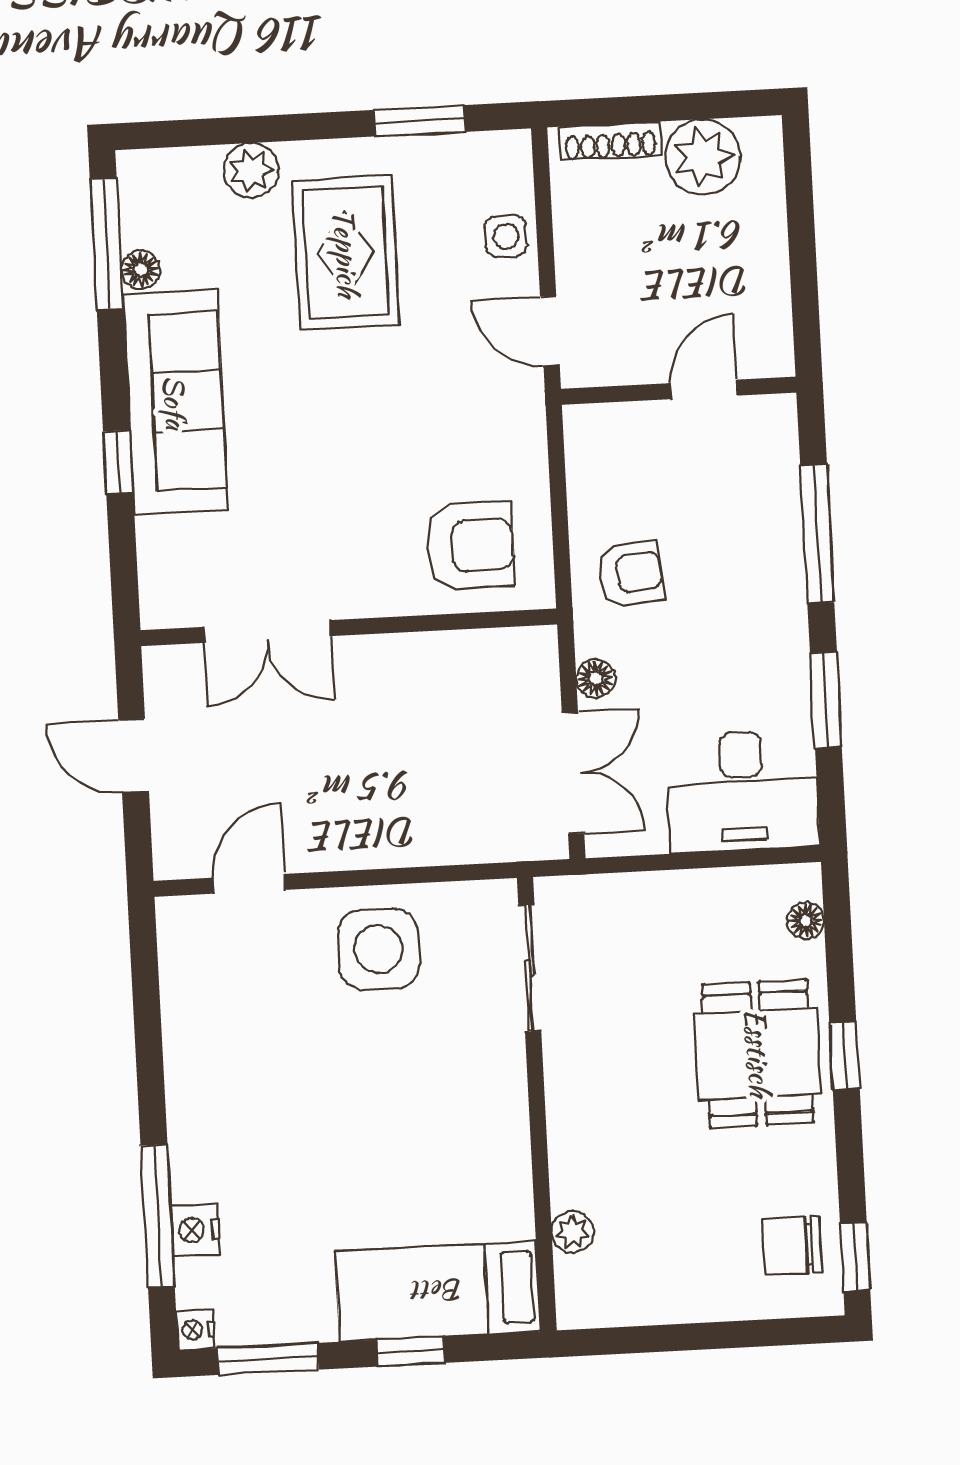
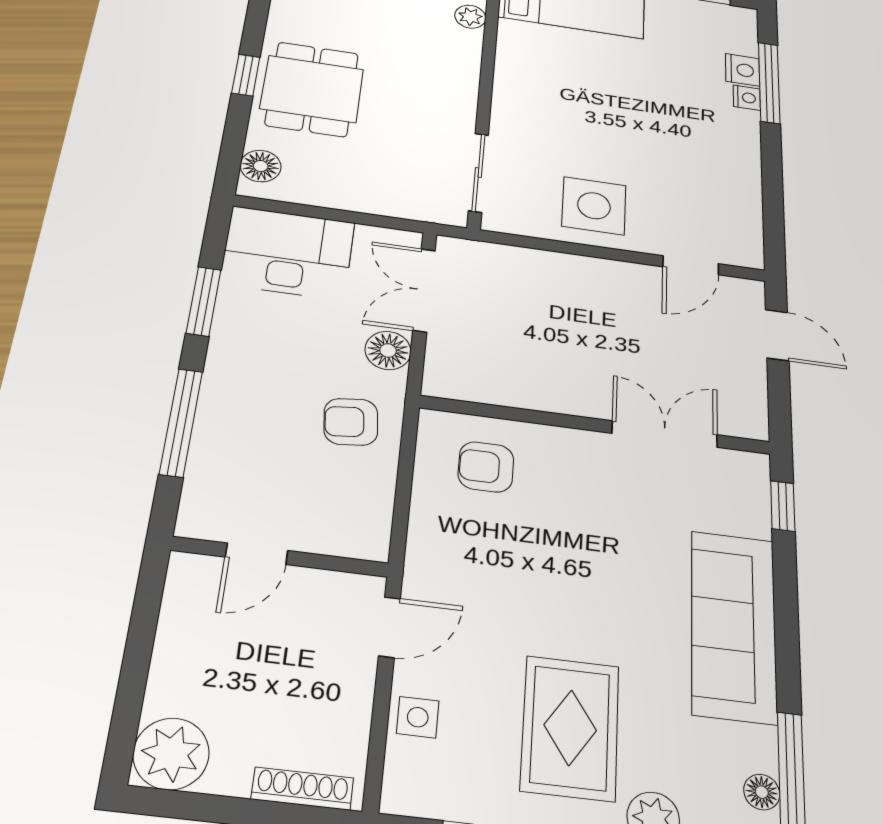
plant: (703, 157) -> (171, 754), moved
floor lamp: (141, 269) -> (762, 792), moved
door: (550, 331) -> (389, 627), hinge flipped
window: (118, 462) -> (783, 506), moved
armchair: (470, 546) -> (486, 467), width x0.72, depth x0.72
floor lamp: (596, 678) -> (388, 350), width x1.37, depth x1.37
door: (134, 756) -> (777, 335), moved
floor lamp: (806, 921) -> (261, 166), width x1.37, depth x1.37
nightstand: (195, 1330) -> (747, 98), moved

